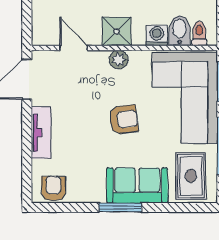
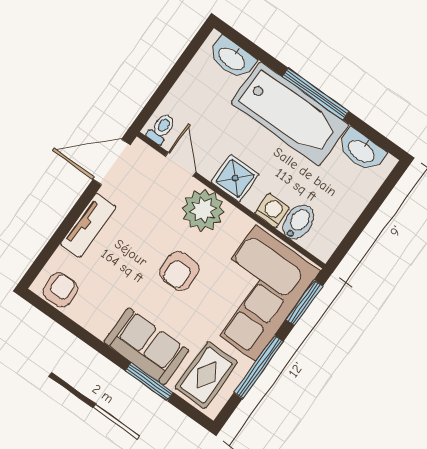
toilet: (199, 34) -> (161, 129), moved
plant: (119, 60) -> (203, 210), width x1.88, depth x1.88
armchair: (124, 120) -> (179, 271), turned 97
window: (120, 207) -> (149, 382), moved

